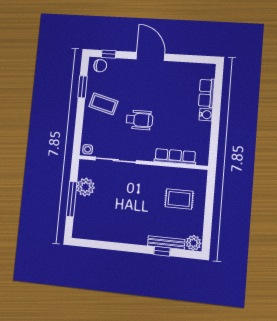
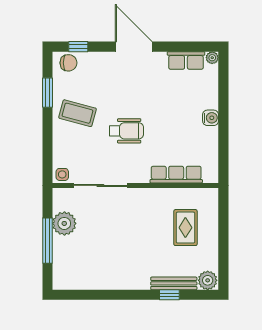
plant: (211, 68) -> (212, 58), added
row of seats: (207, 93) -> (186, 60), moved, turned -90
rug: (179, 199) -> (185, 228), turned 90

